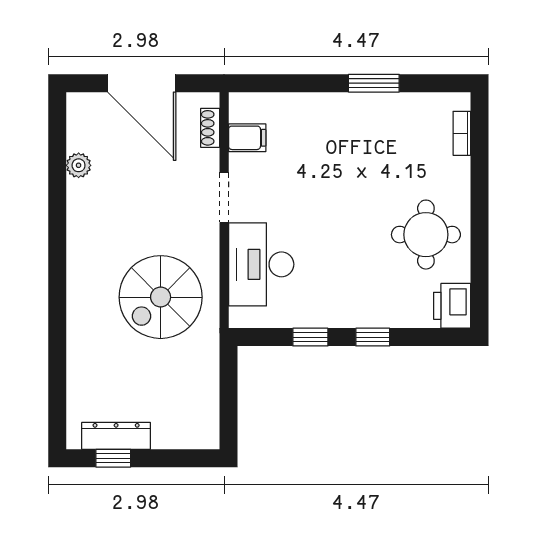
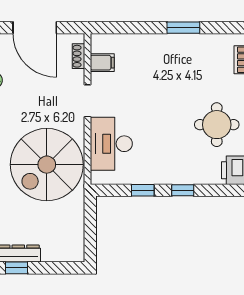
spiral stairs: (161, 297) -> (47, 165), width x1.37, depth x1.37

